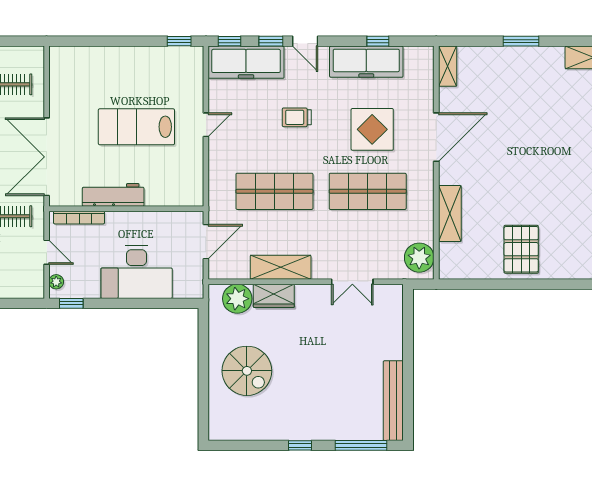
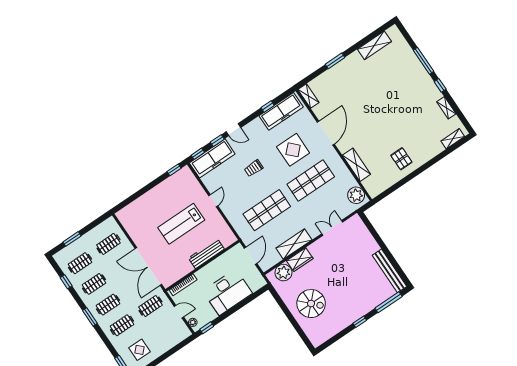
freezer: (366, 62) -> (281, 111), moved
workbench: (113, 195) -> (206, 254), moved
pallet: (521, 249) -> (401, 159), width x0.67, depth x0.71
double door: (352, 282) -> (332, 228), swing flipped

